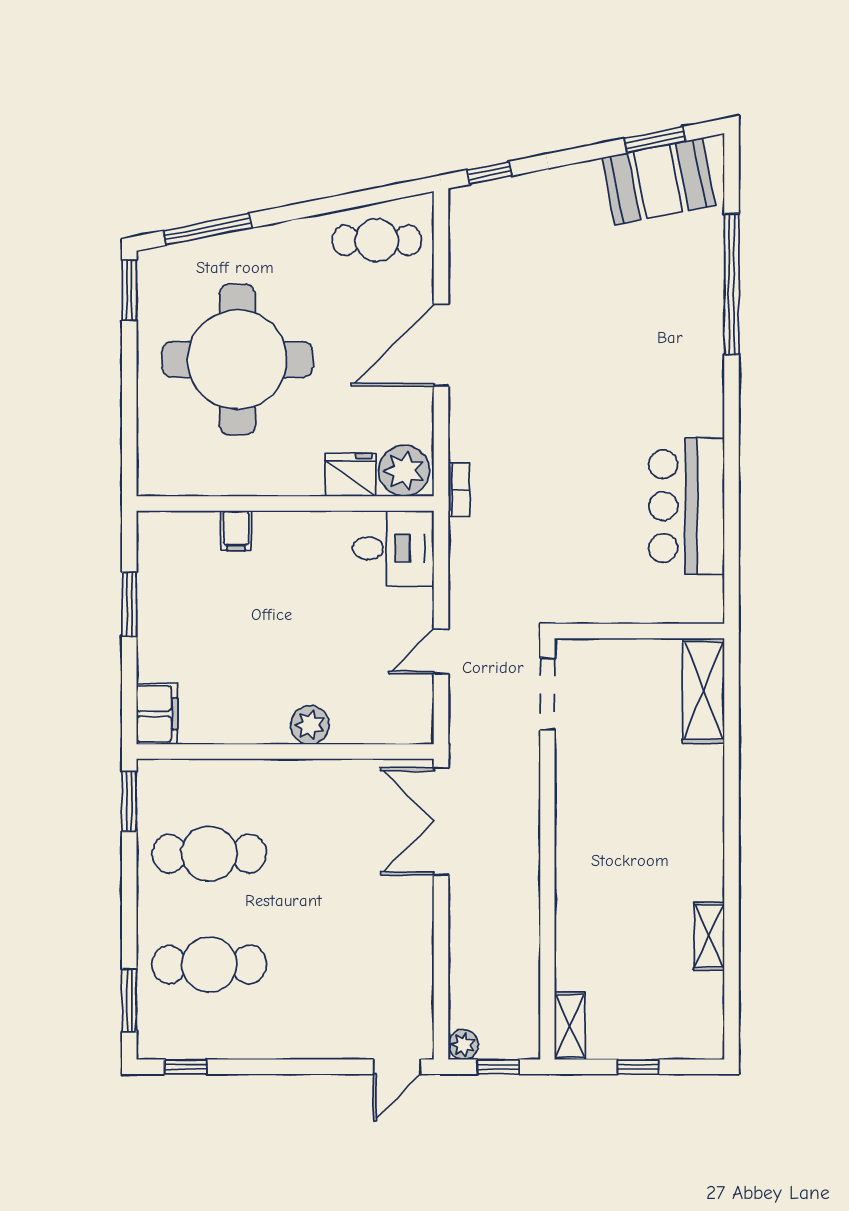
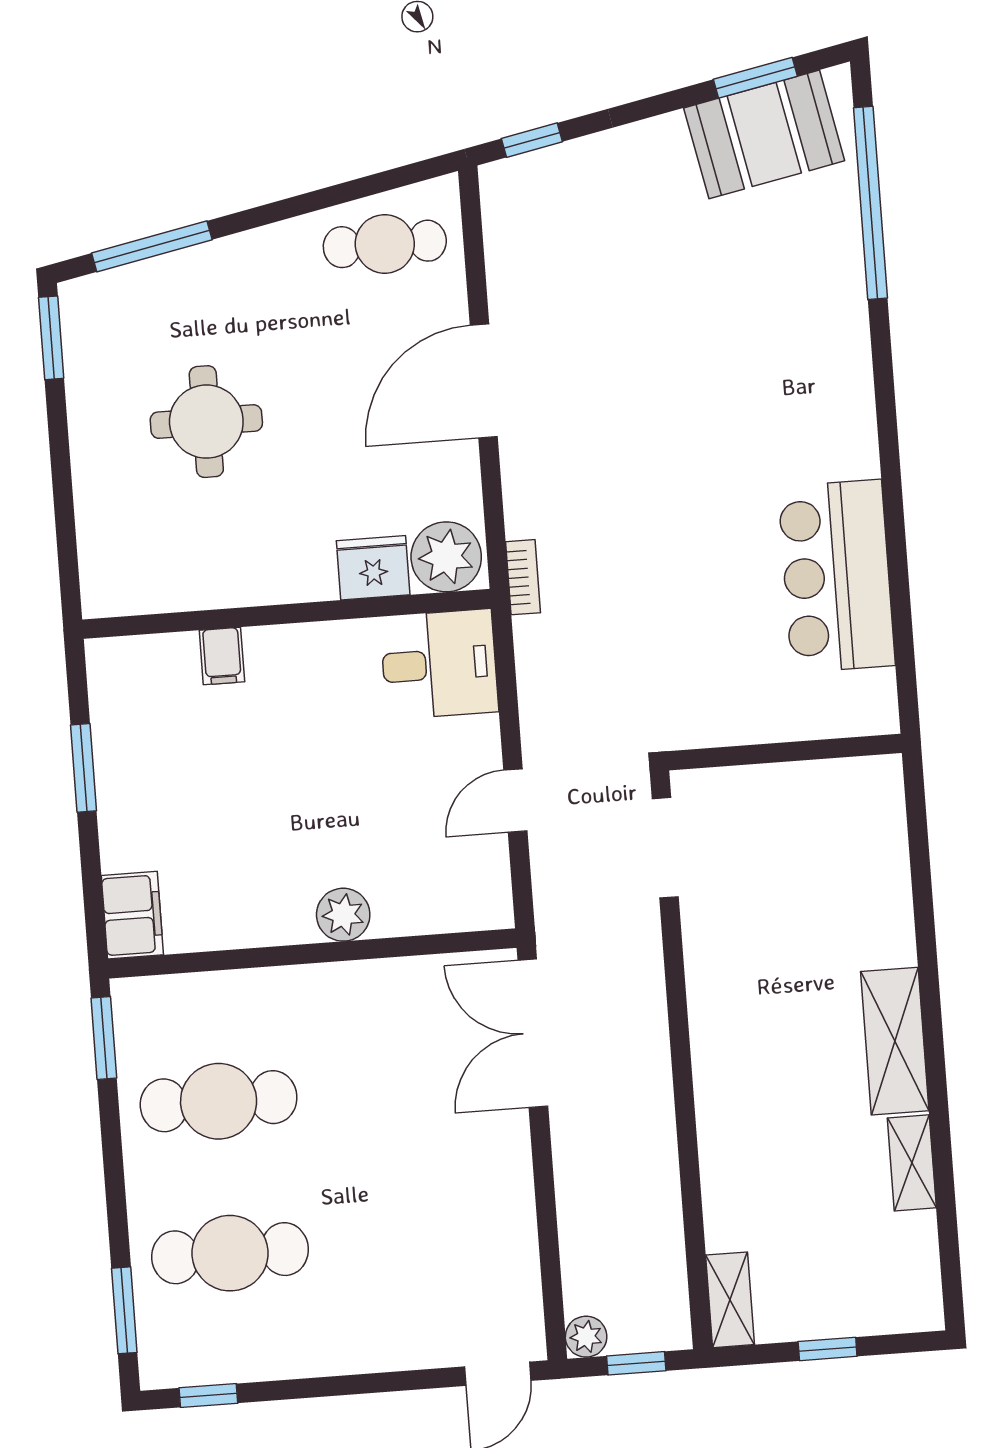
window: (732, 284) -> (870, 203), moved
round table: (237, 359) -> (206, 422), width x0.54, depth x0.54
shelving: (703, 691) -> (895, 1041), moved

